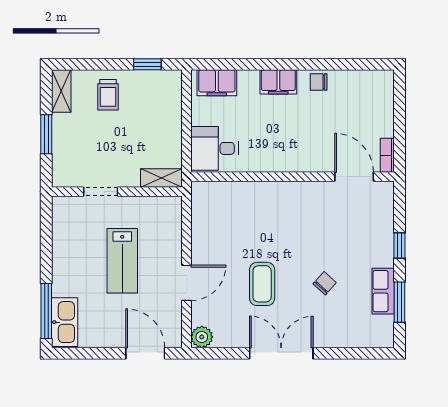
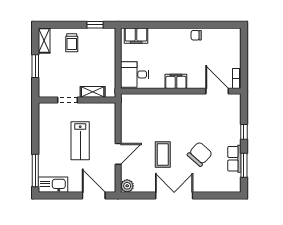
filing cabinet: (278, 82) -> (176, 81), moved, turned 180
shelving: (161, 178) -> (93, 92), moved
chair: (325, 283) -> (200, 154), width x1.87, depth x1.87
kitchen sink: (65, 322) -> (53, 185), moved, turned -90

